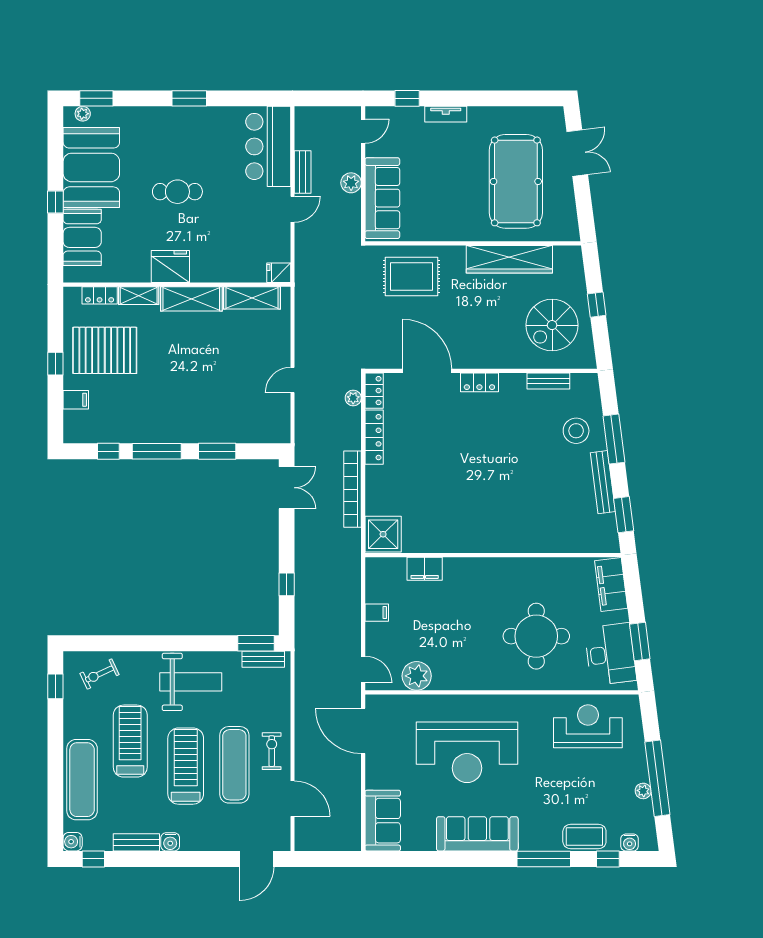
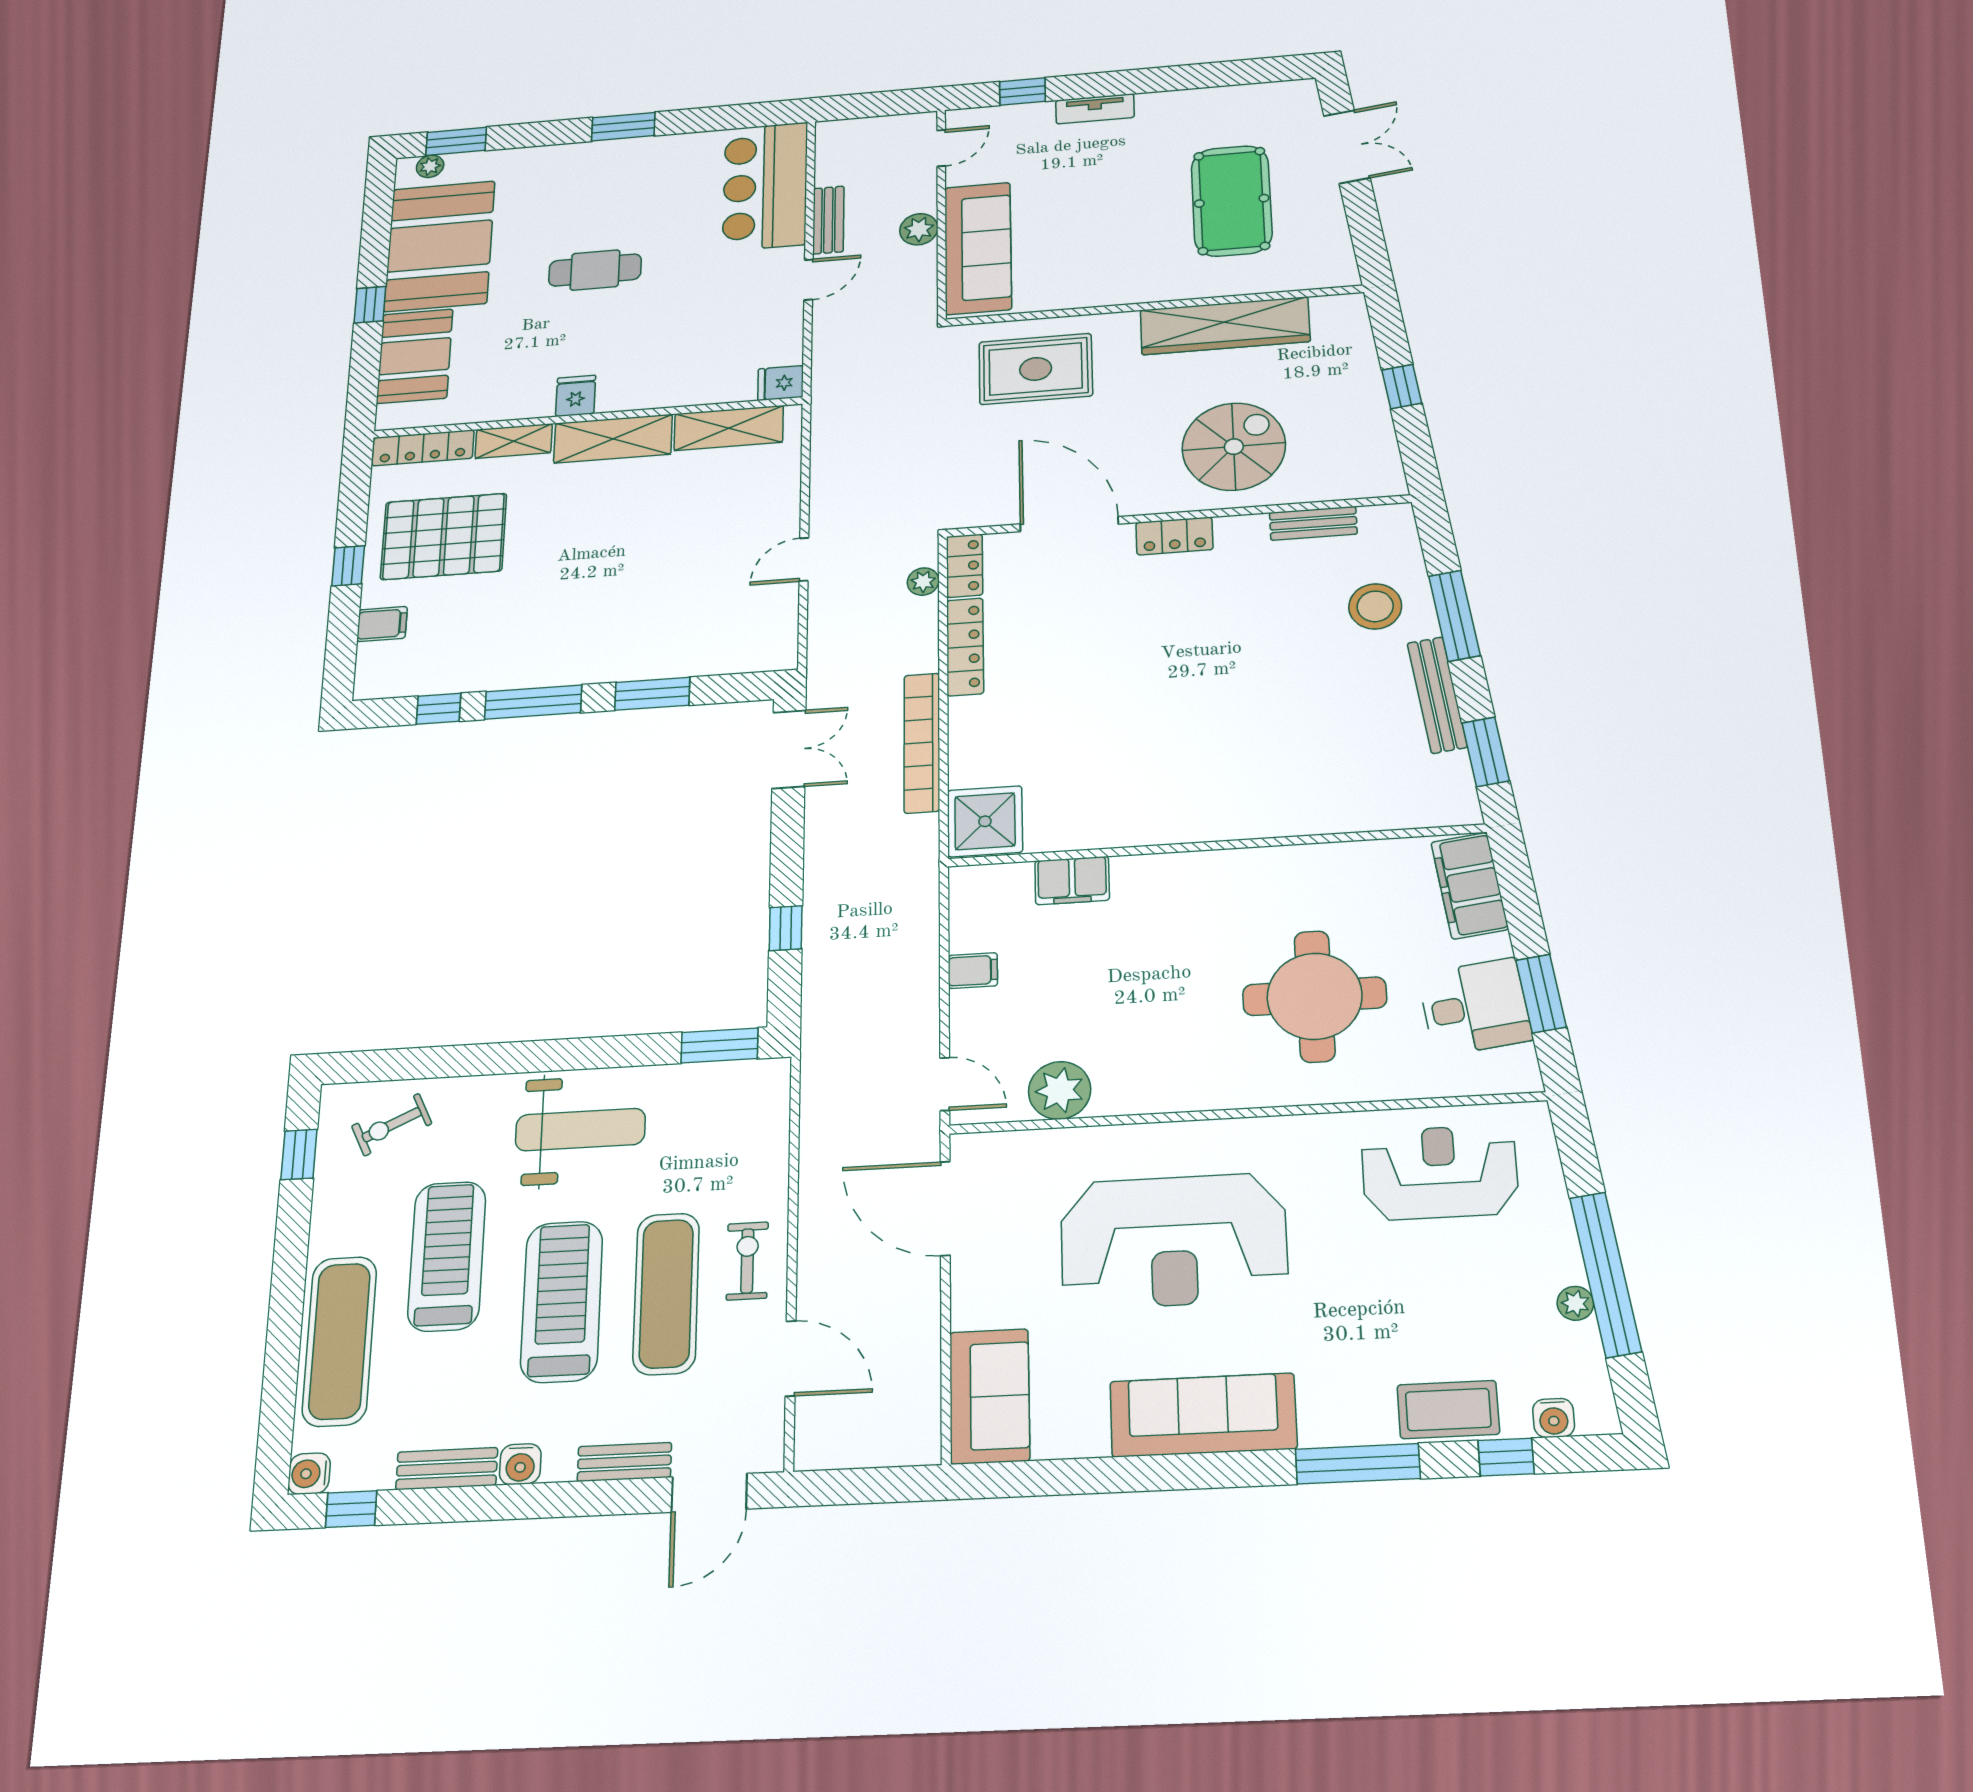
pool table: (516, 181) -> (1232, 201), width x0.73, depth x0.76
fridge: (170, 266) -> (576, 396), width x0.53, depth x0.75
locker: (100, 295) -> (423, 448), width x1.53
spiral stairs: (552, 325) -> (1234, 447), moved, turned 180
desk: (610, 654) -> (1475, 1007), width x0.73
bench: (263, 659) -> (624, 1462), moved

